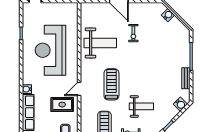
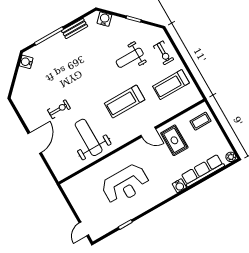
water cooler: (168, 15) -> (26, 62), moved
reception desk: (51, 50) -> (125, 184), width x0.74, depth x0.77
weight bench: (141, 106) -> (130, 58), turned -90

